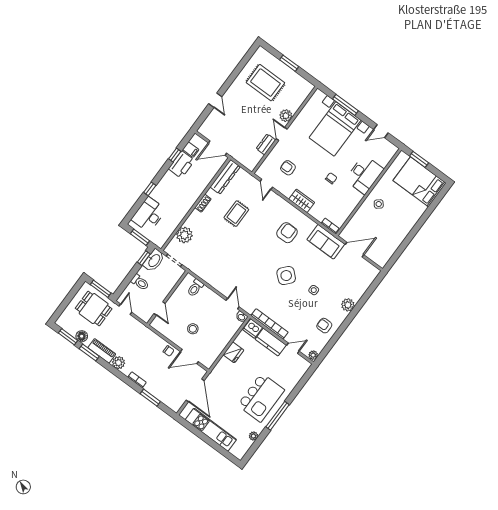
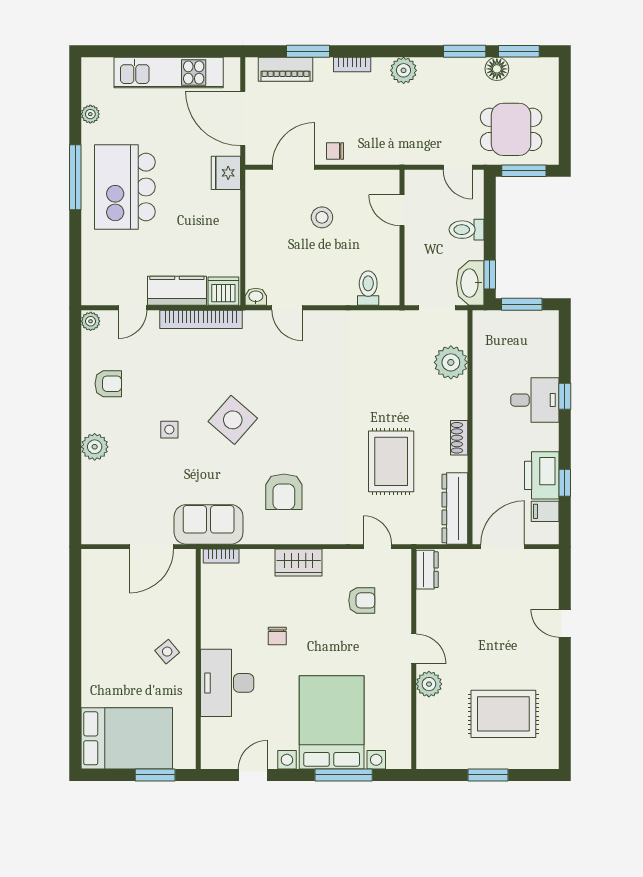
dresser: (266, 144) -> (427, 570), moved
rug: (236, 214) -> (391, 461), width x1.36, depth x1.43
desk: (149, 215) -> (535, 400), moved, width x0.73
piano: (102, 351) -> (285, 69), moved
fridge: (233, 352) -> (226, 173), moved

